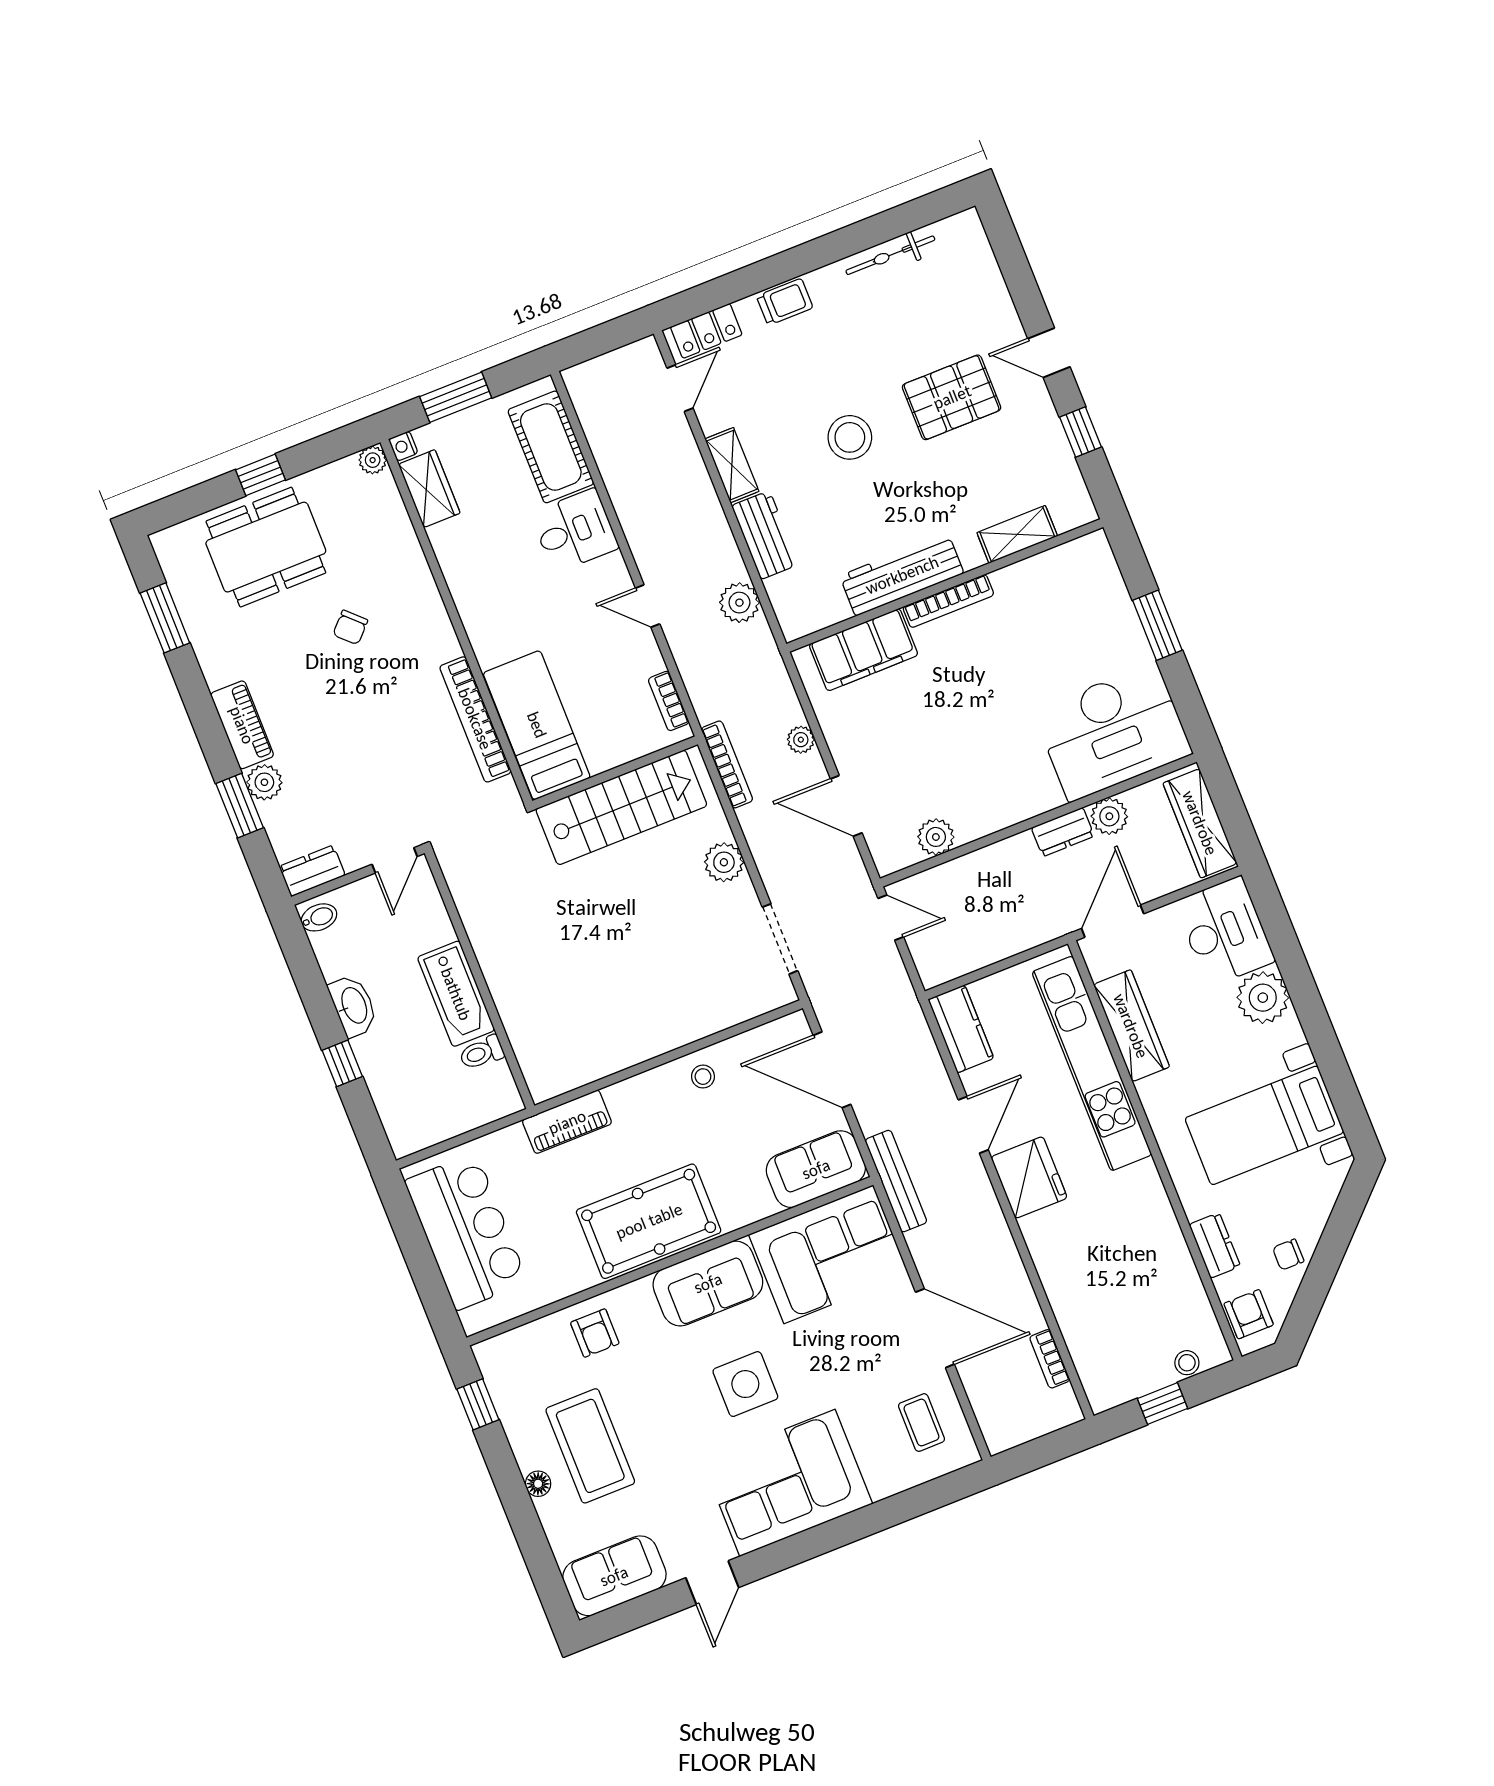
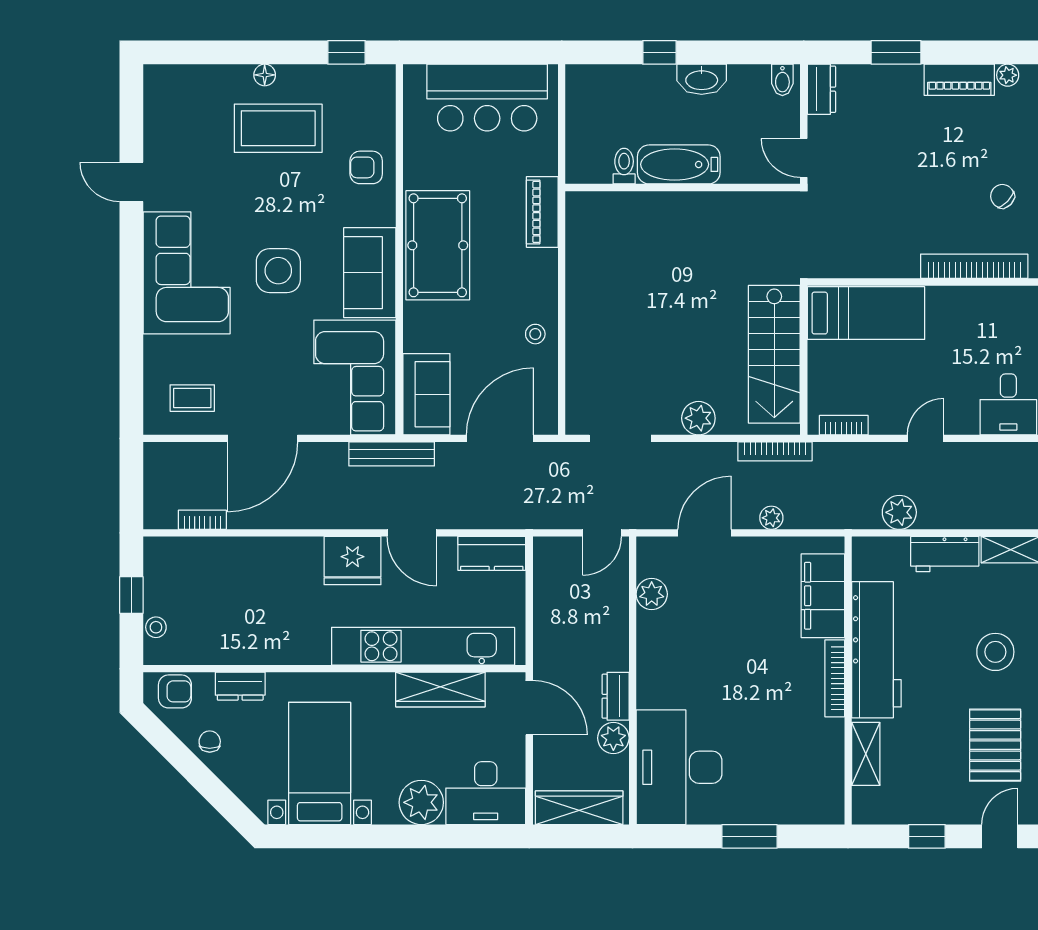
workbench: (902, 575) -> (876, 650), width x1.36, depth x1.32
bookcase: (475, 719) -> (974, 266), moved
plant: (264, 782) -> (1008, 75), moved, width x0.73, depth x0.73
sofa: (614, 1576) -> (168, 106), removed

